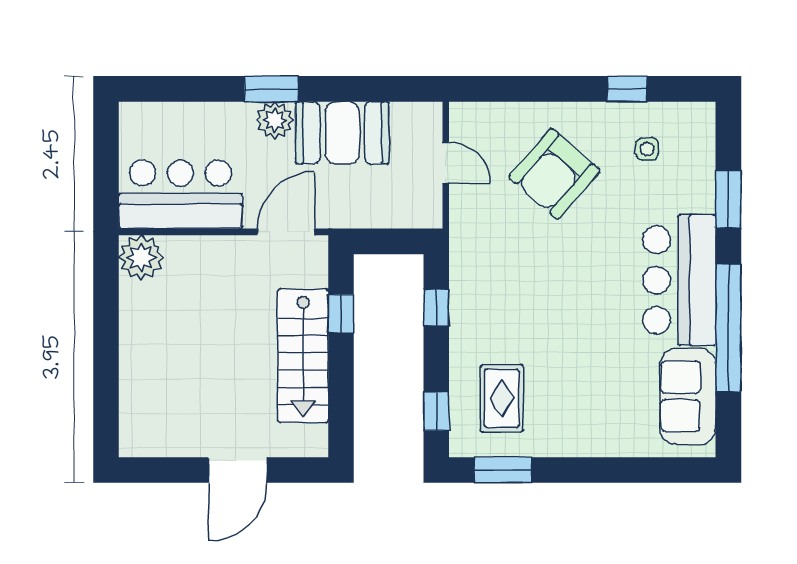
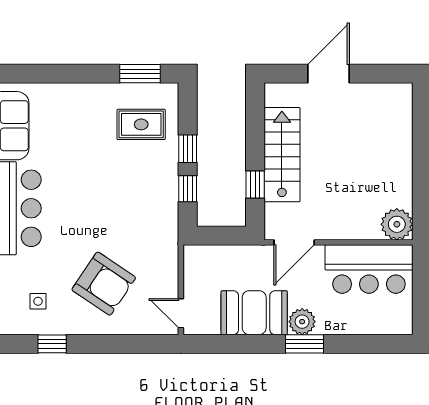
door: (446, 163) -> (181, 313), moved
armchair: (554, 174) -> (104, 284), turned 83
rug: (502, 398) -> (141, 124), turned 90
window: (436, 411) -> (188, 149), moved

